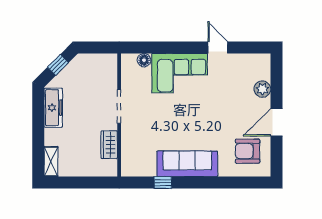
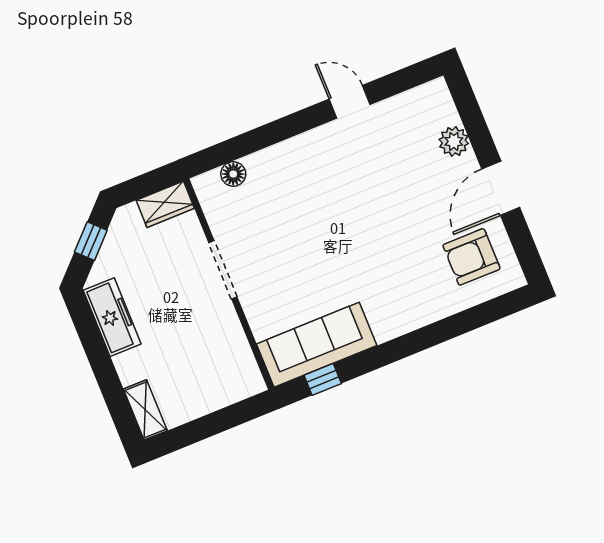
corner sofa: (180, 73) -> (303, 172), removed
wardrobe: (109, 145) -> (165, 204), moved, turned -90
sofa: (187, 164) -> (317, 345), moved
window: (163, 183) -> (323, 379), moved

